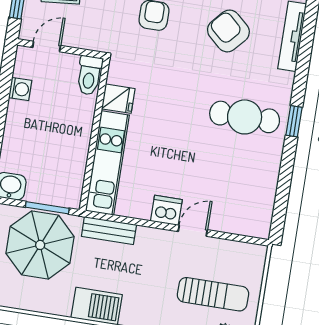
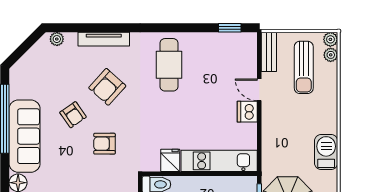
window: (294, 121) -> (230, 28), moved
bench: (109, 231) -> (269, 52), moved
sun lounger: (213, 294) -> (304, 67), turned 180

